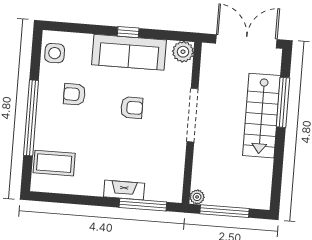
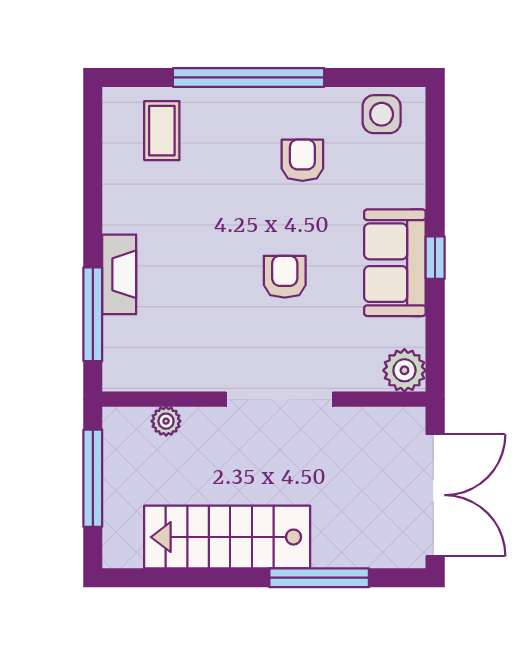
sofa: (129, 52) -> (395, 263), width x0.73
armchair: (132, 108) -> (285, 277), turned 180
stairs: (262, 116) -> (227, 537), moved
coffee table: (54, 163) -> (162, 131), width x0.73, depth x0.77
plant: (197, 197) -> (166, 421), moved

